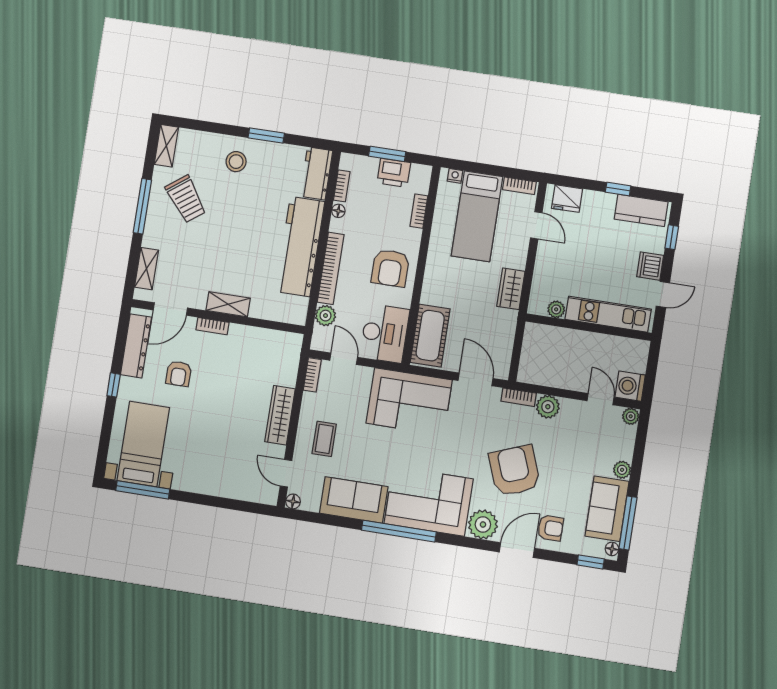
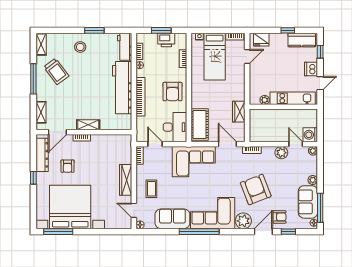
door: (536, 225) -> (247, 57), hinge flipped
wardrobe: (511, 289) -> (239, 112), moved
plant: (325, 316) -> (142, 123), removed
plant: (548, 407) -> (281, 153), moved
bed with nightstands: (143, 444) -> (70, 207), width x1.85
window: (591, 562) -> (288, 232), moved

